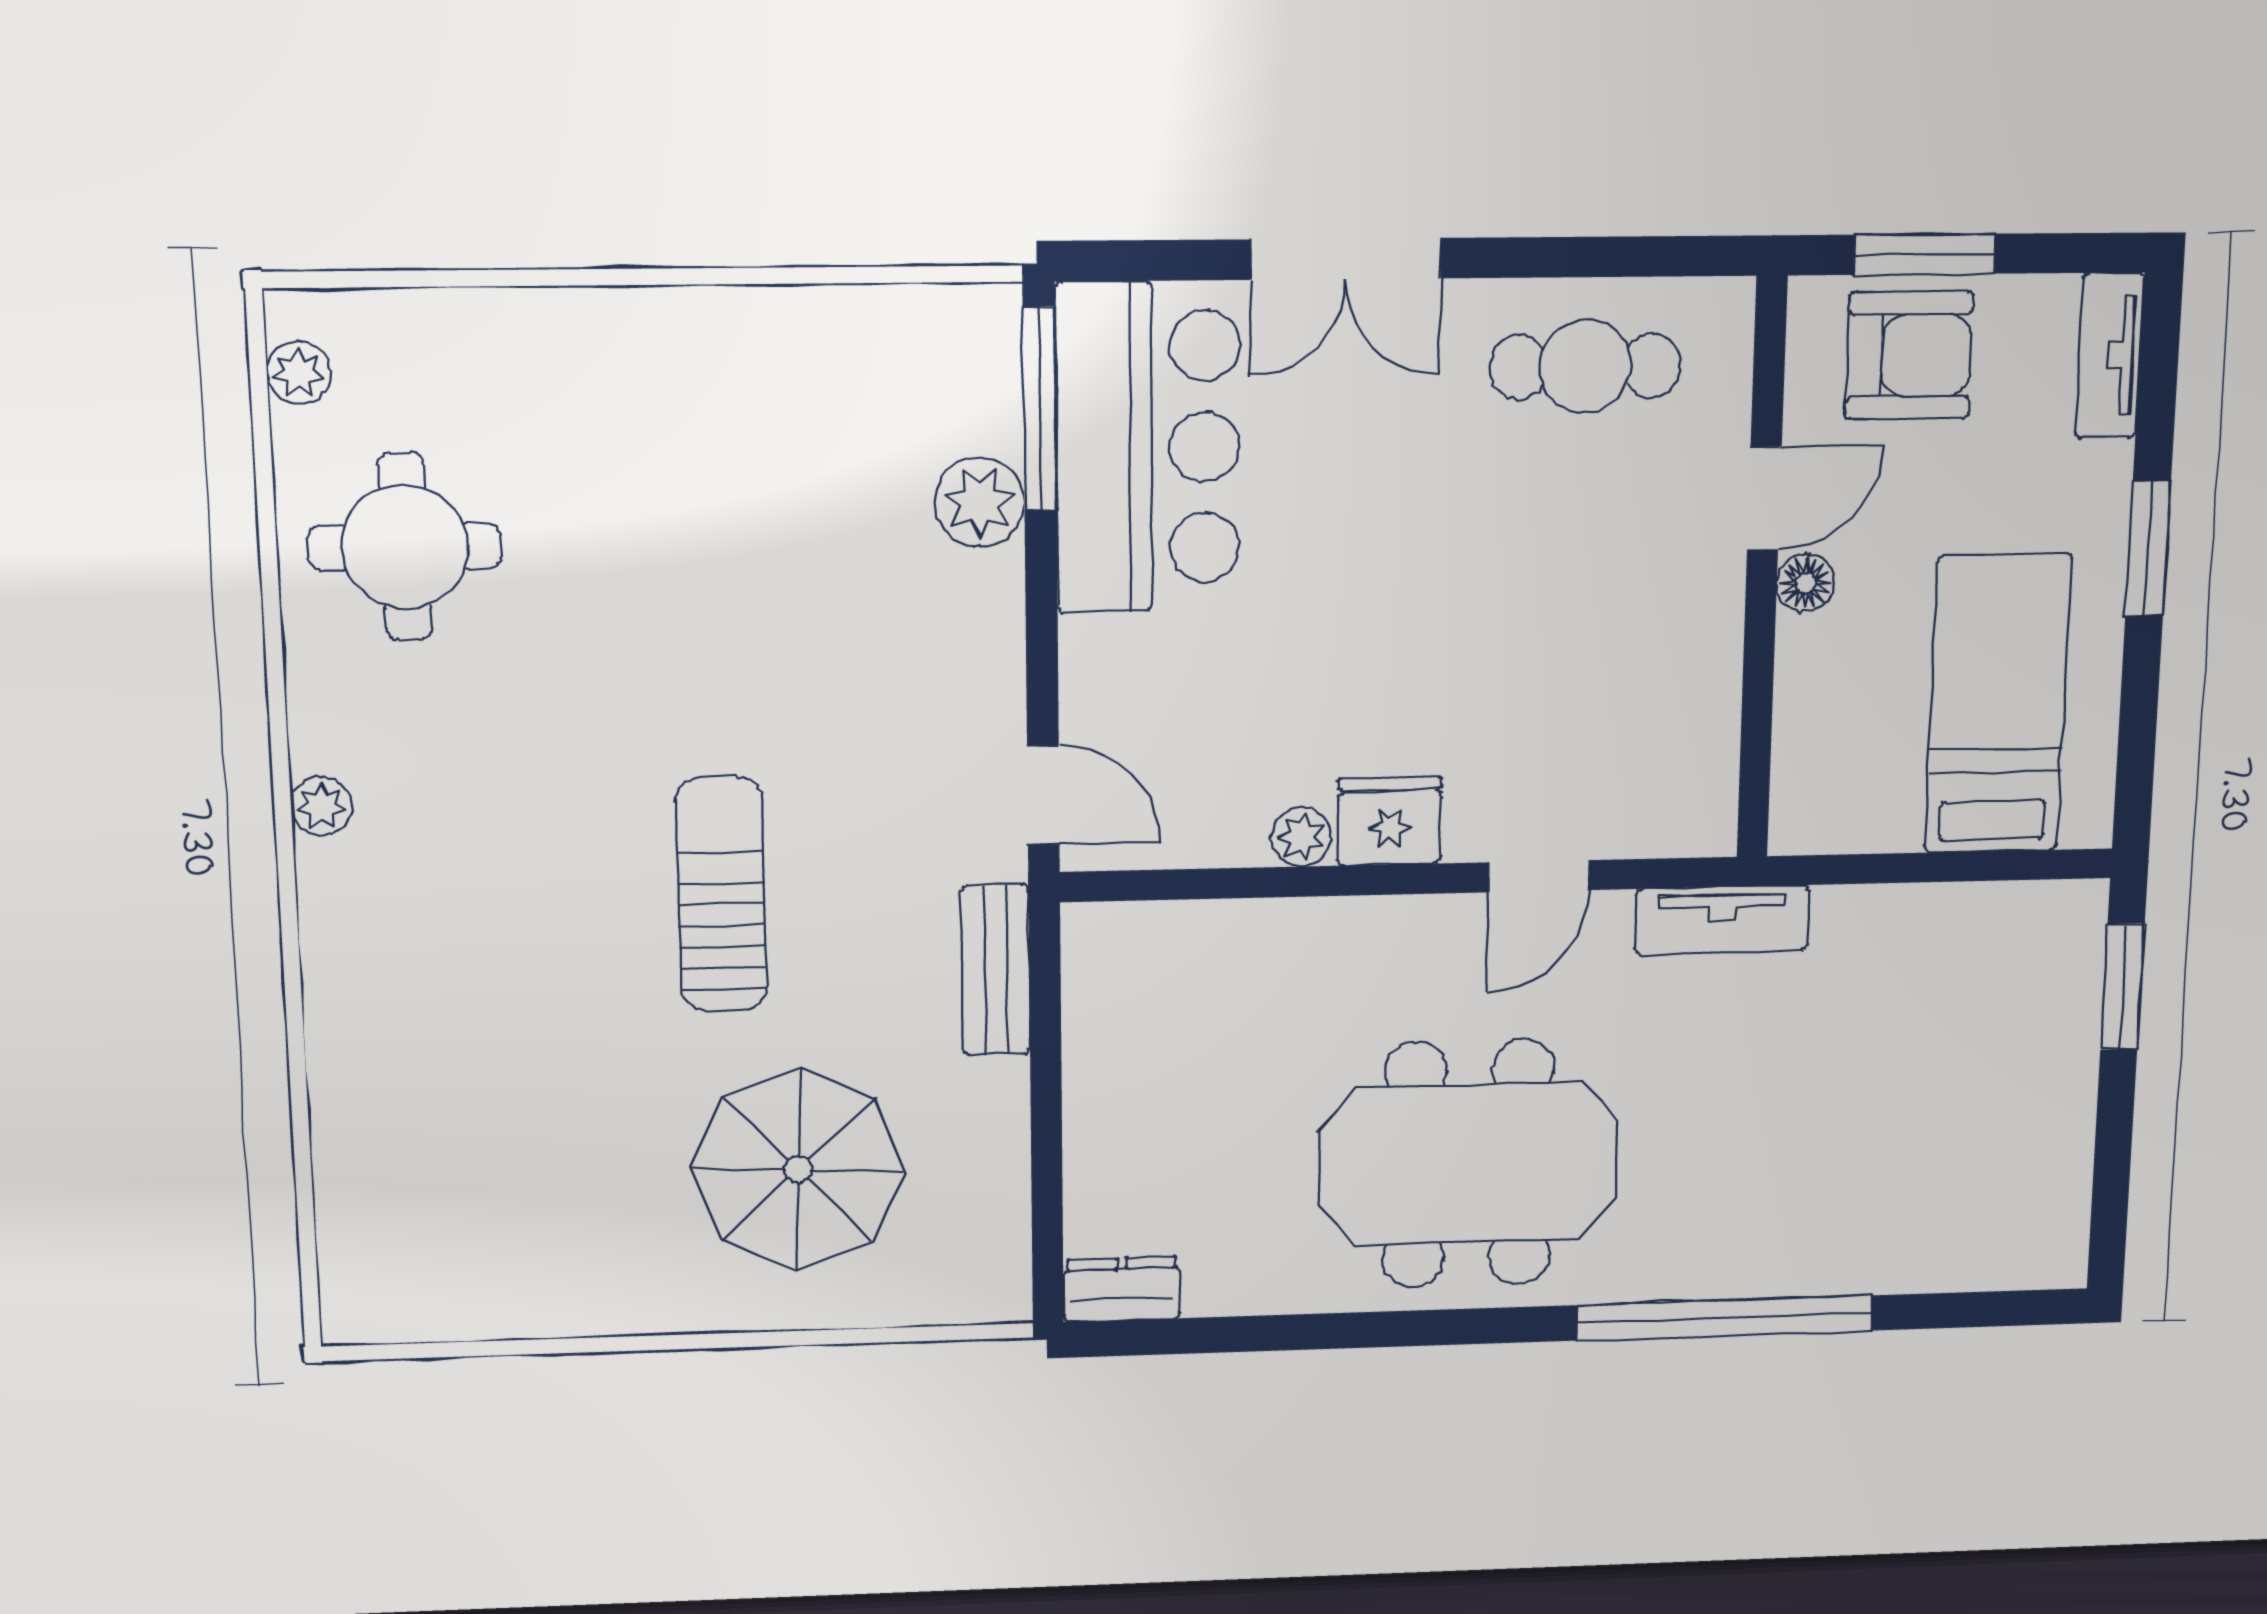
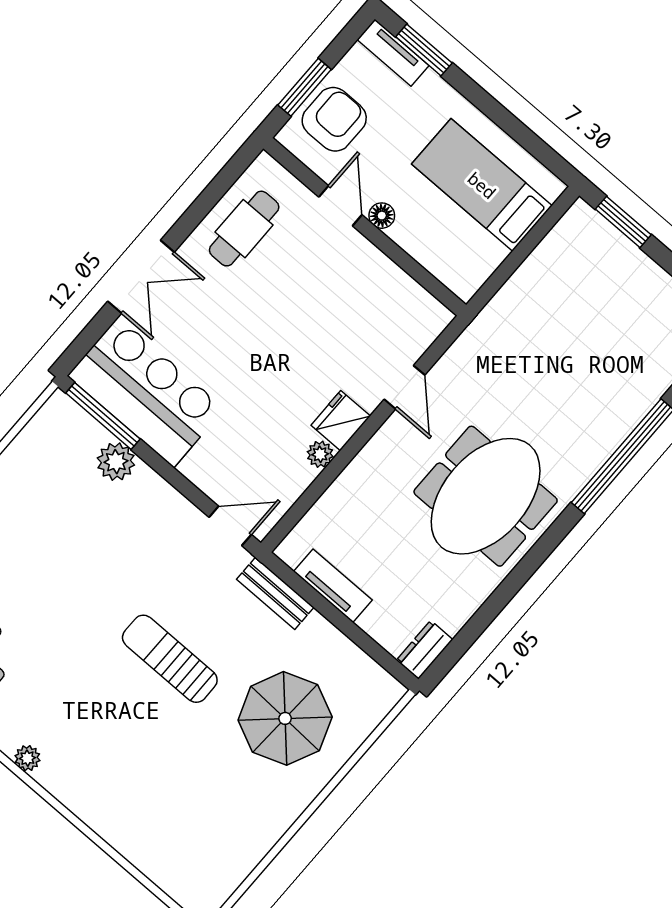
window: (2148, 548) -> (424, 50), moved
tv unit: (1722, 920) -> (333, 586), moved, turned -90

